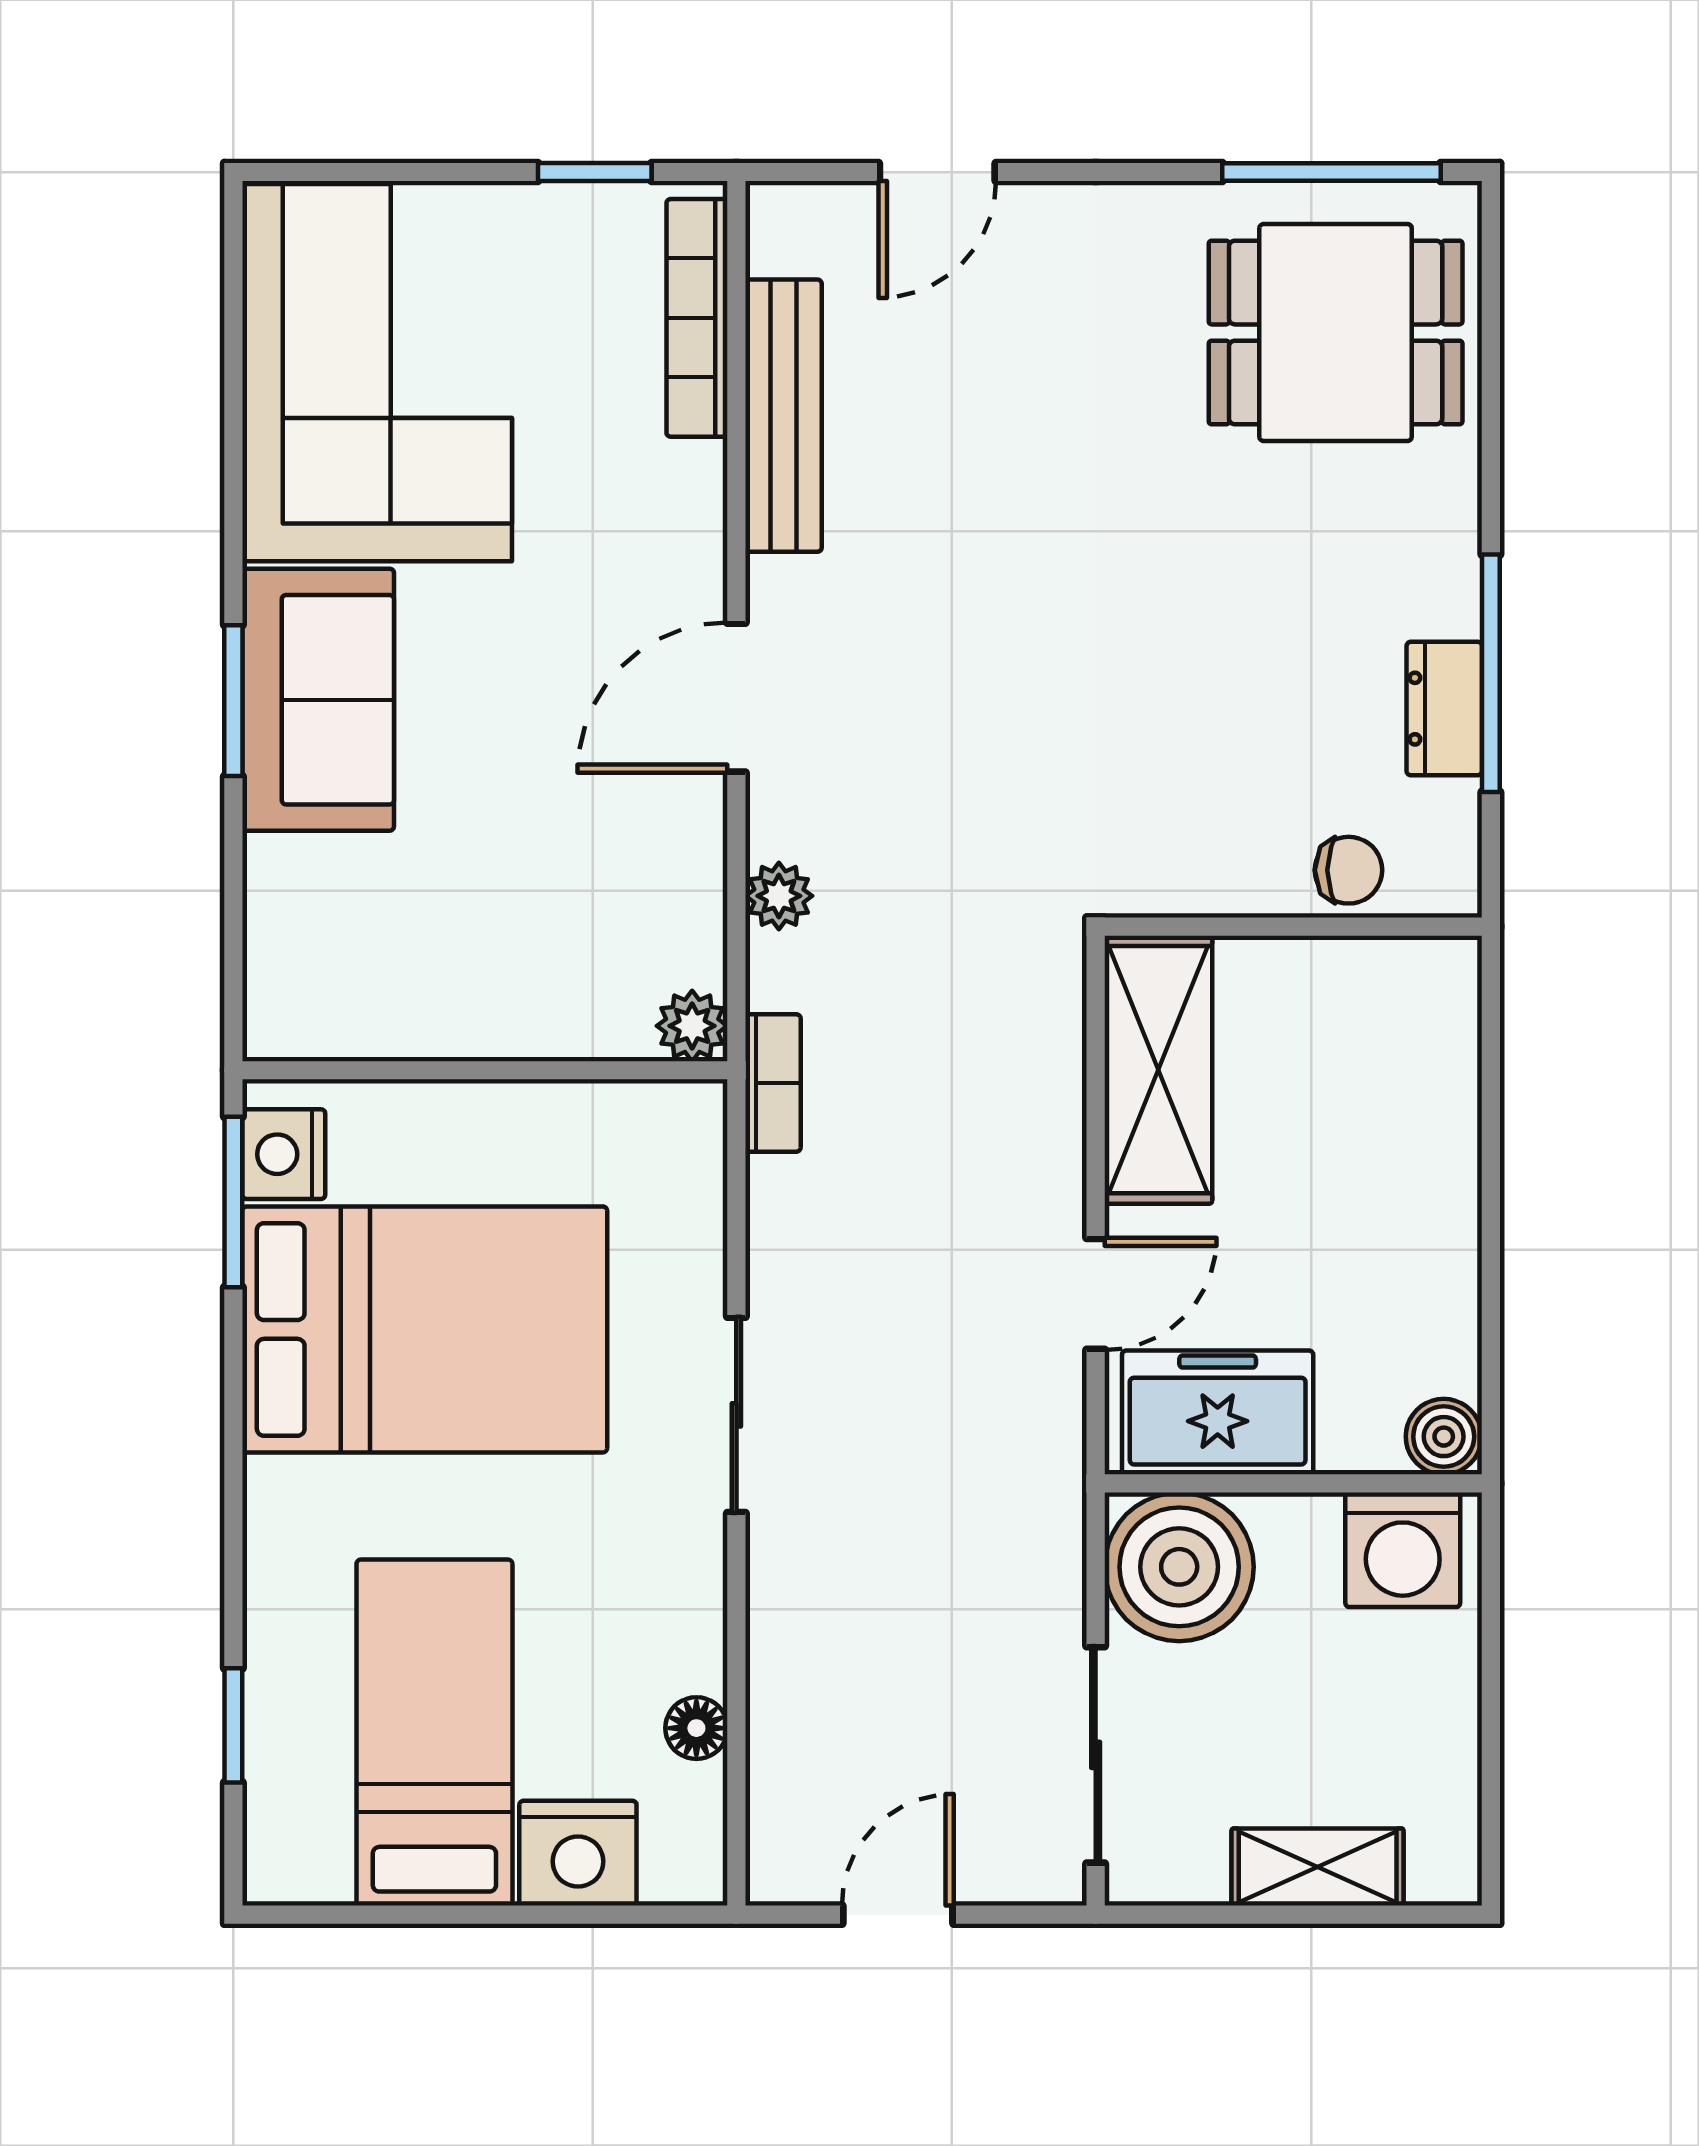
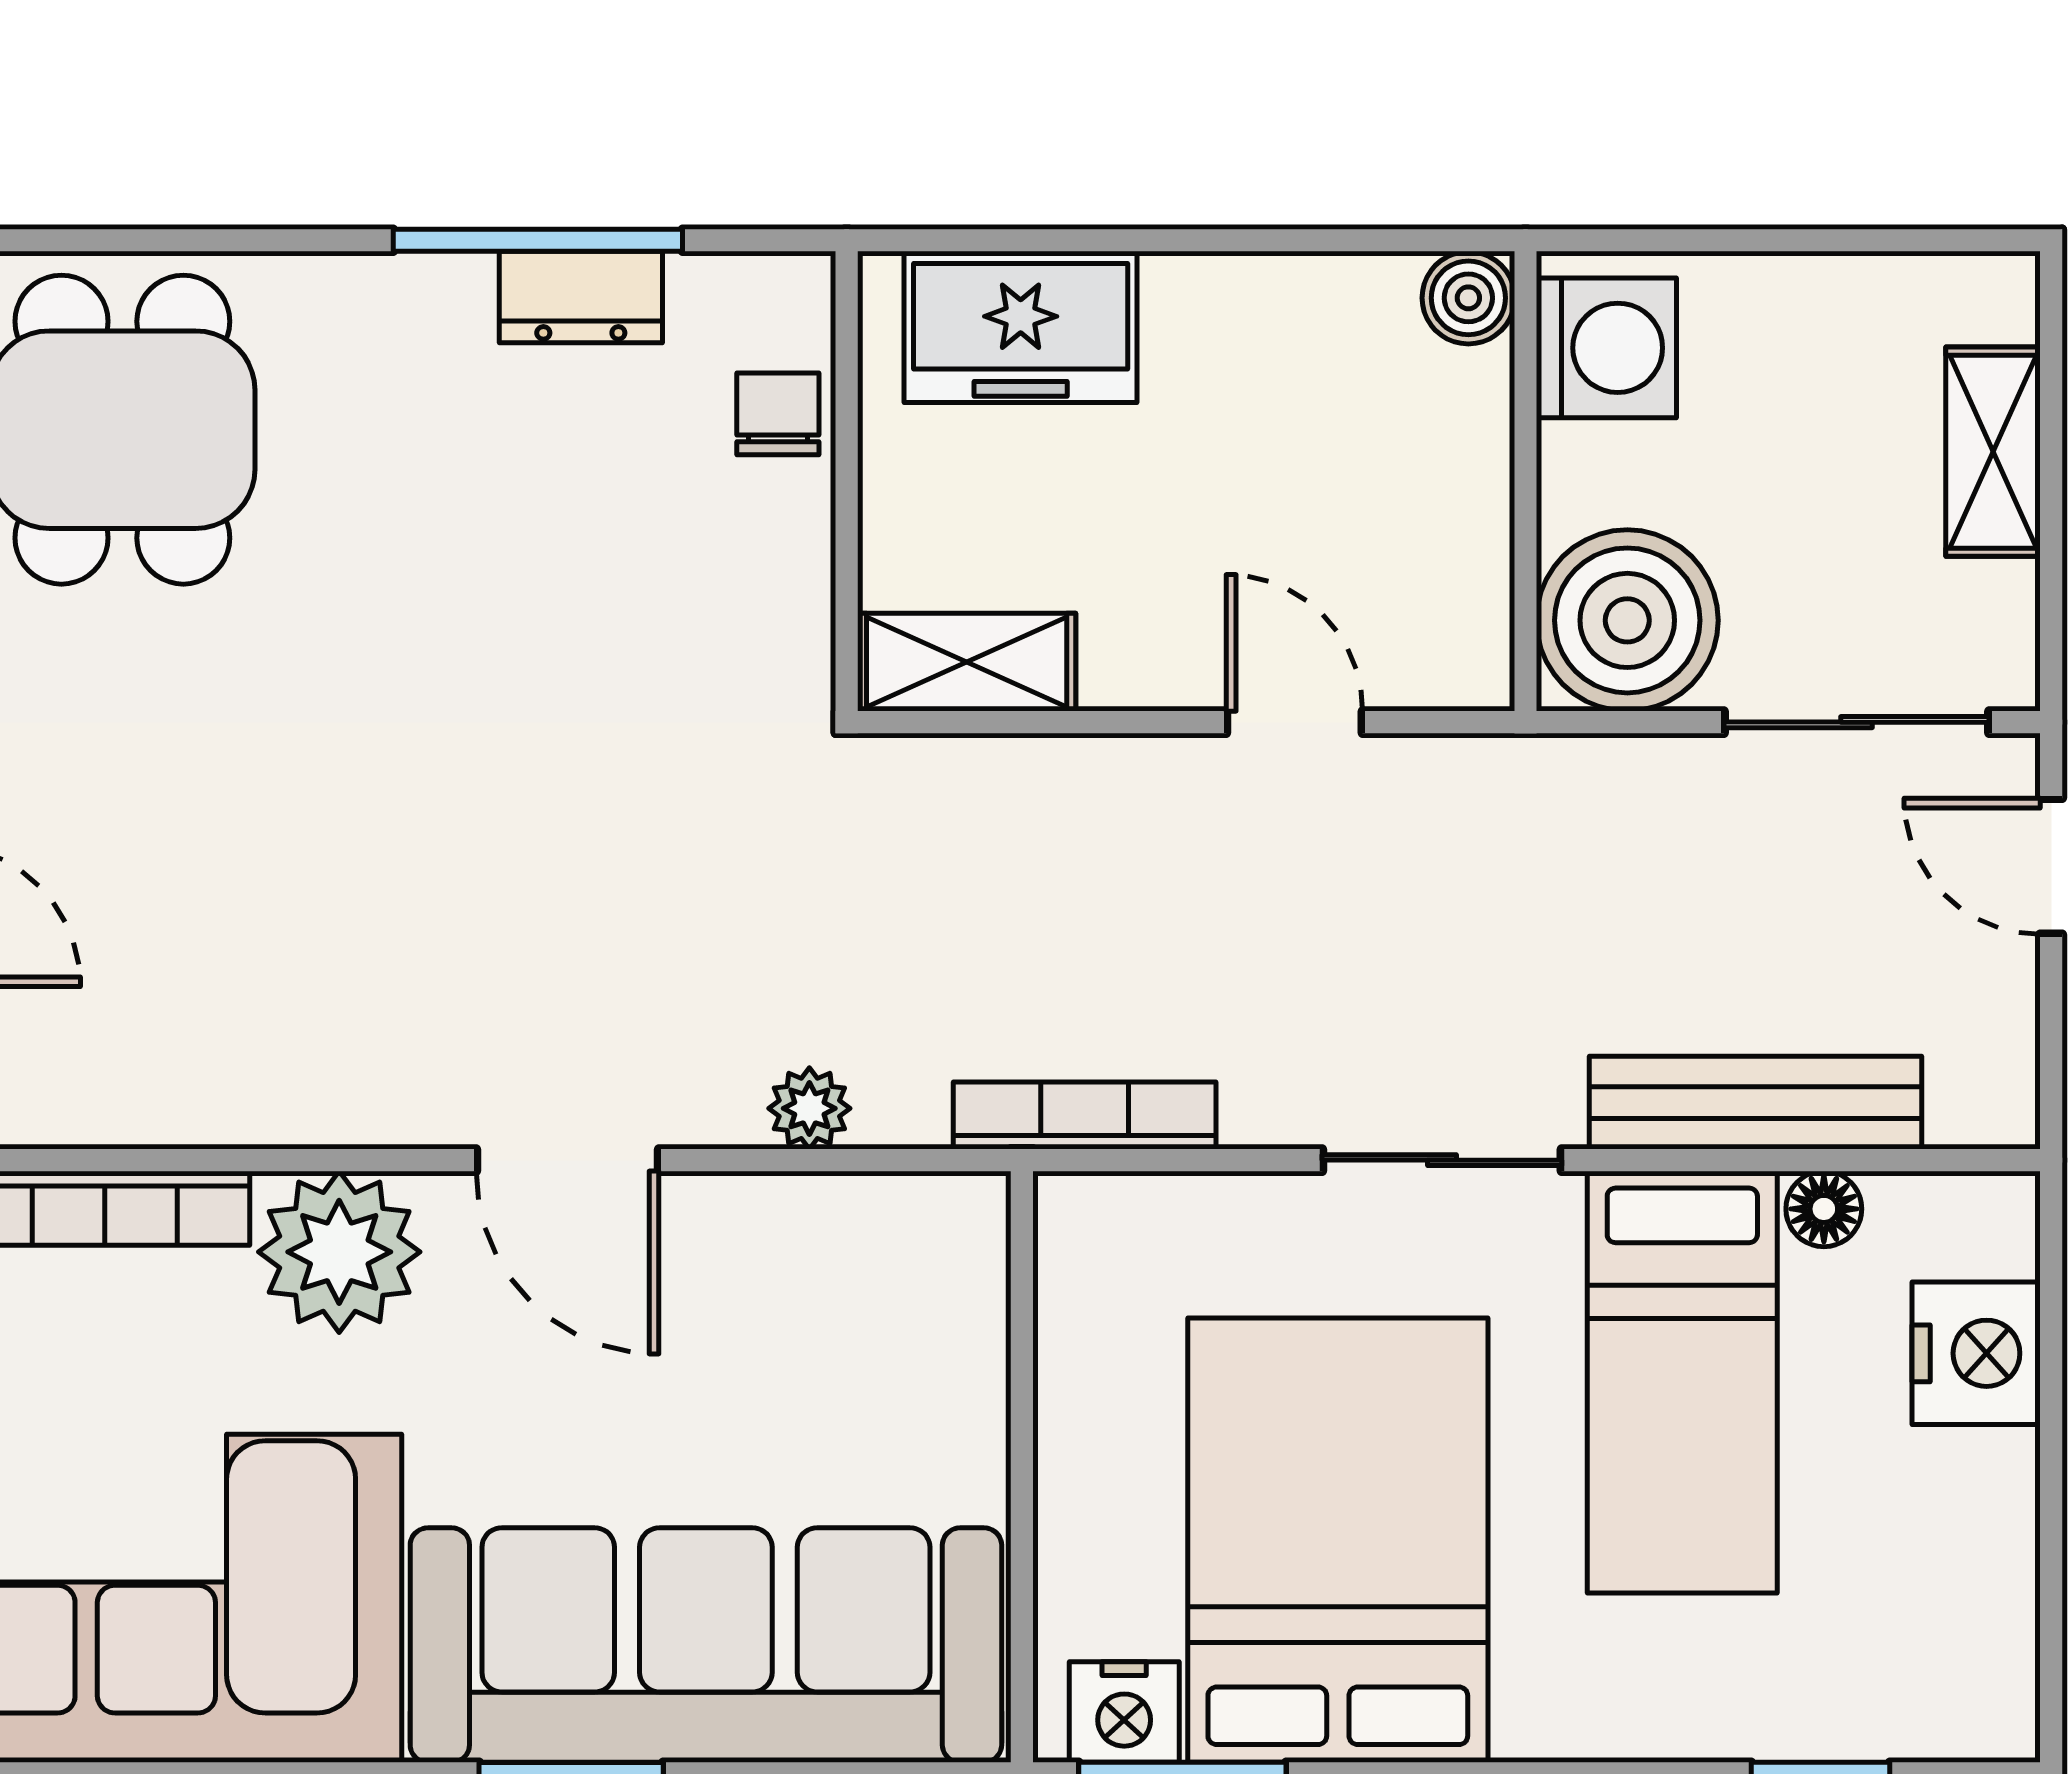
bench: (784, 416) -> (1755, 1103), moved
sofa: (318, 700) -> (706, 1645), width x1.85, depth x1.27
plant: (692, 1026) -> (339, 1252), moved, width x1.87, depth x1.87
shelving: (1158, 1070) -> (967, 662), width x0.67, depth x0.75
bookcase: (773, 1083) -> (1085, 1116), width x1.56
freezer: (1218, 1412) -> (1021, 327), moved, turned -90
bed: (434, 1733) -> (1682, 1382), moved, turned -90
door: (898, 1915) -> (2051, 866), moved

